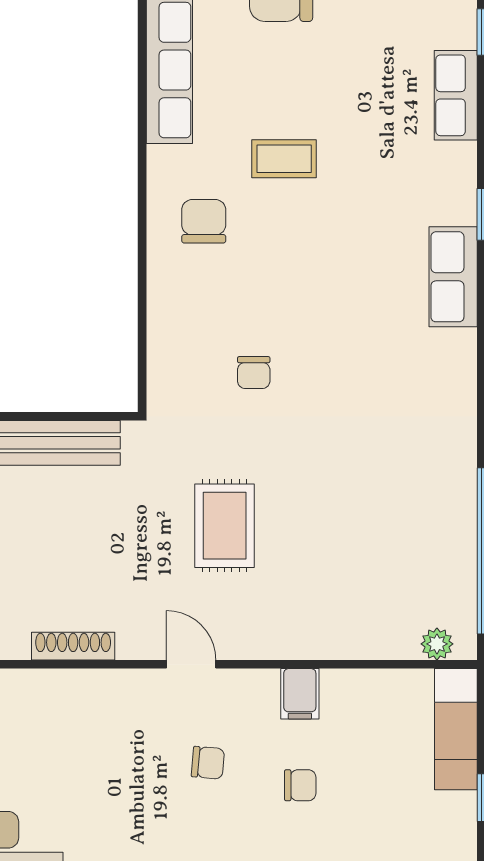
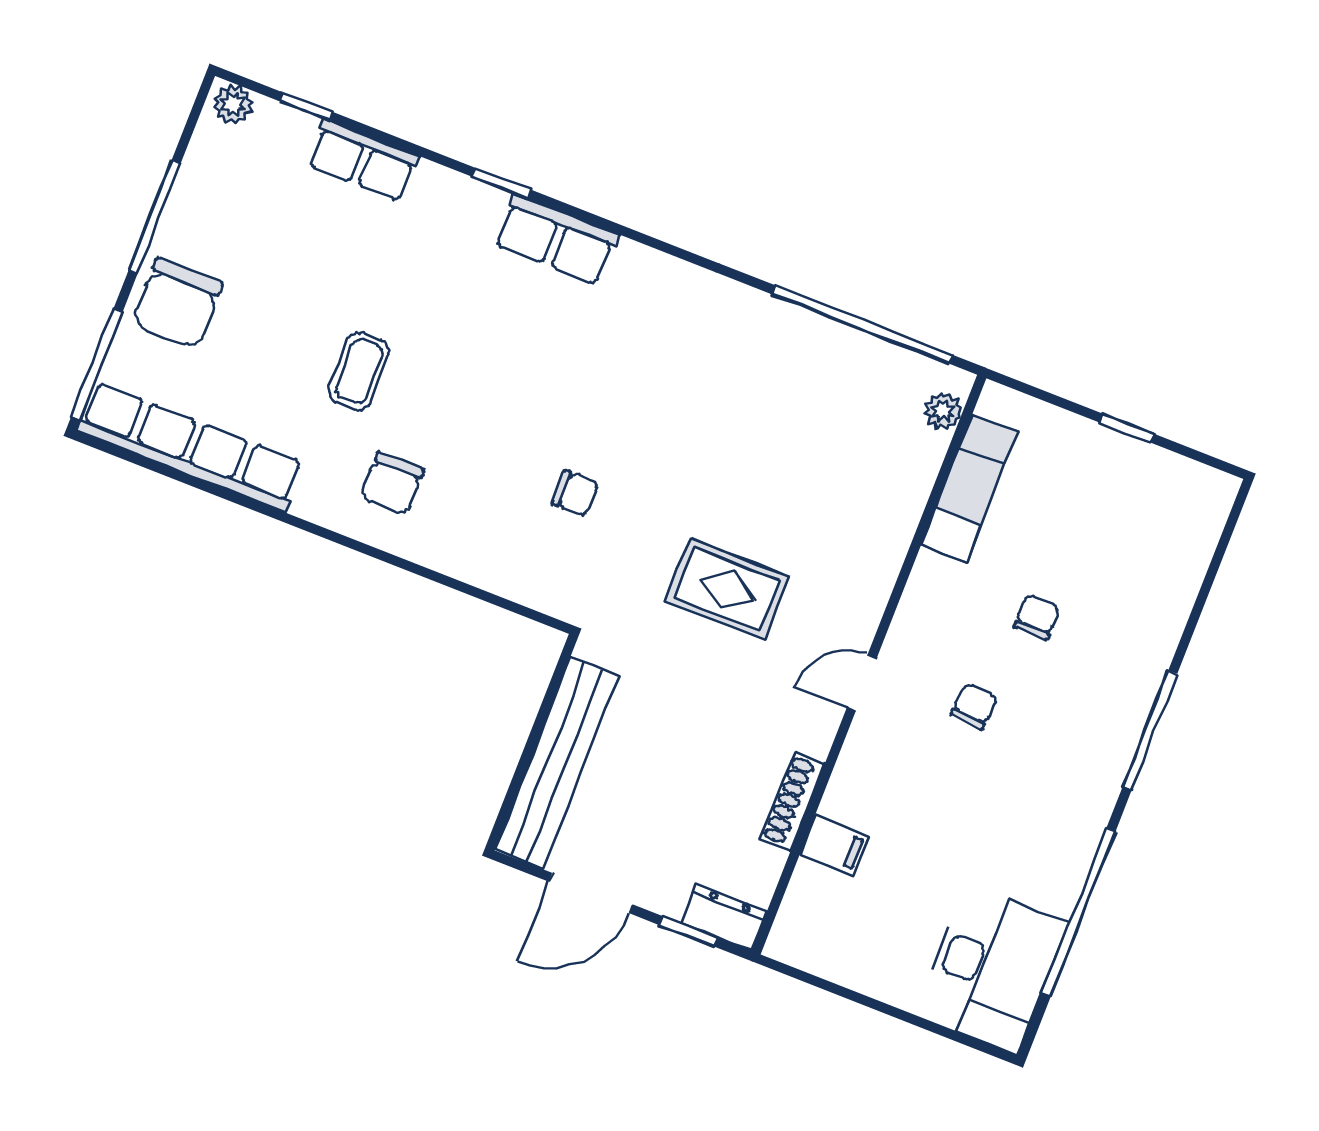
chair: (204, 221) -> (392, 483), turned -90
filing cabinet: (300, 694) -> (834, 845), moved
exam couch: (456, 729) -> (969, 488), moved, turned -90

